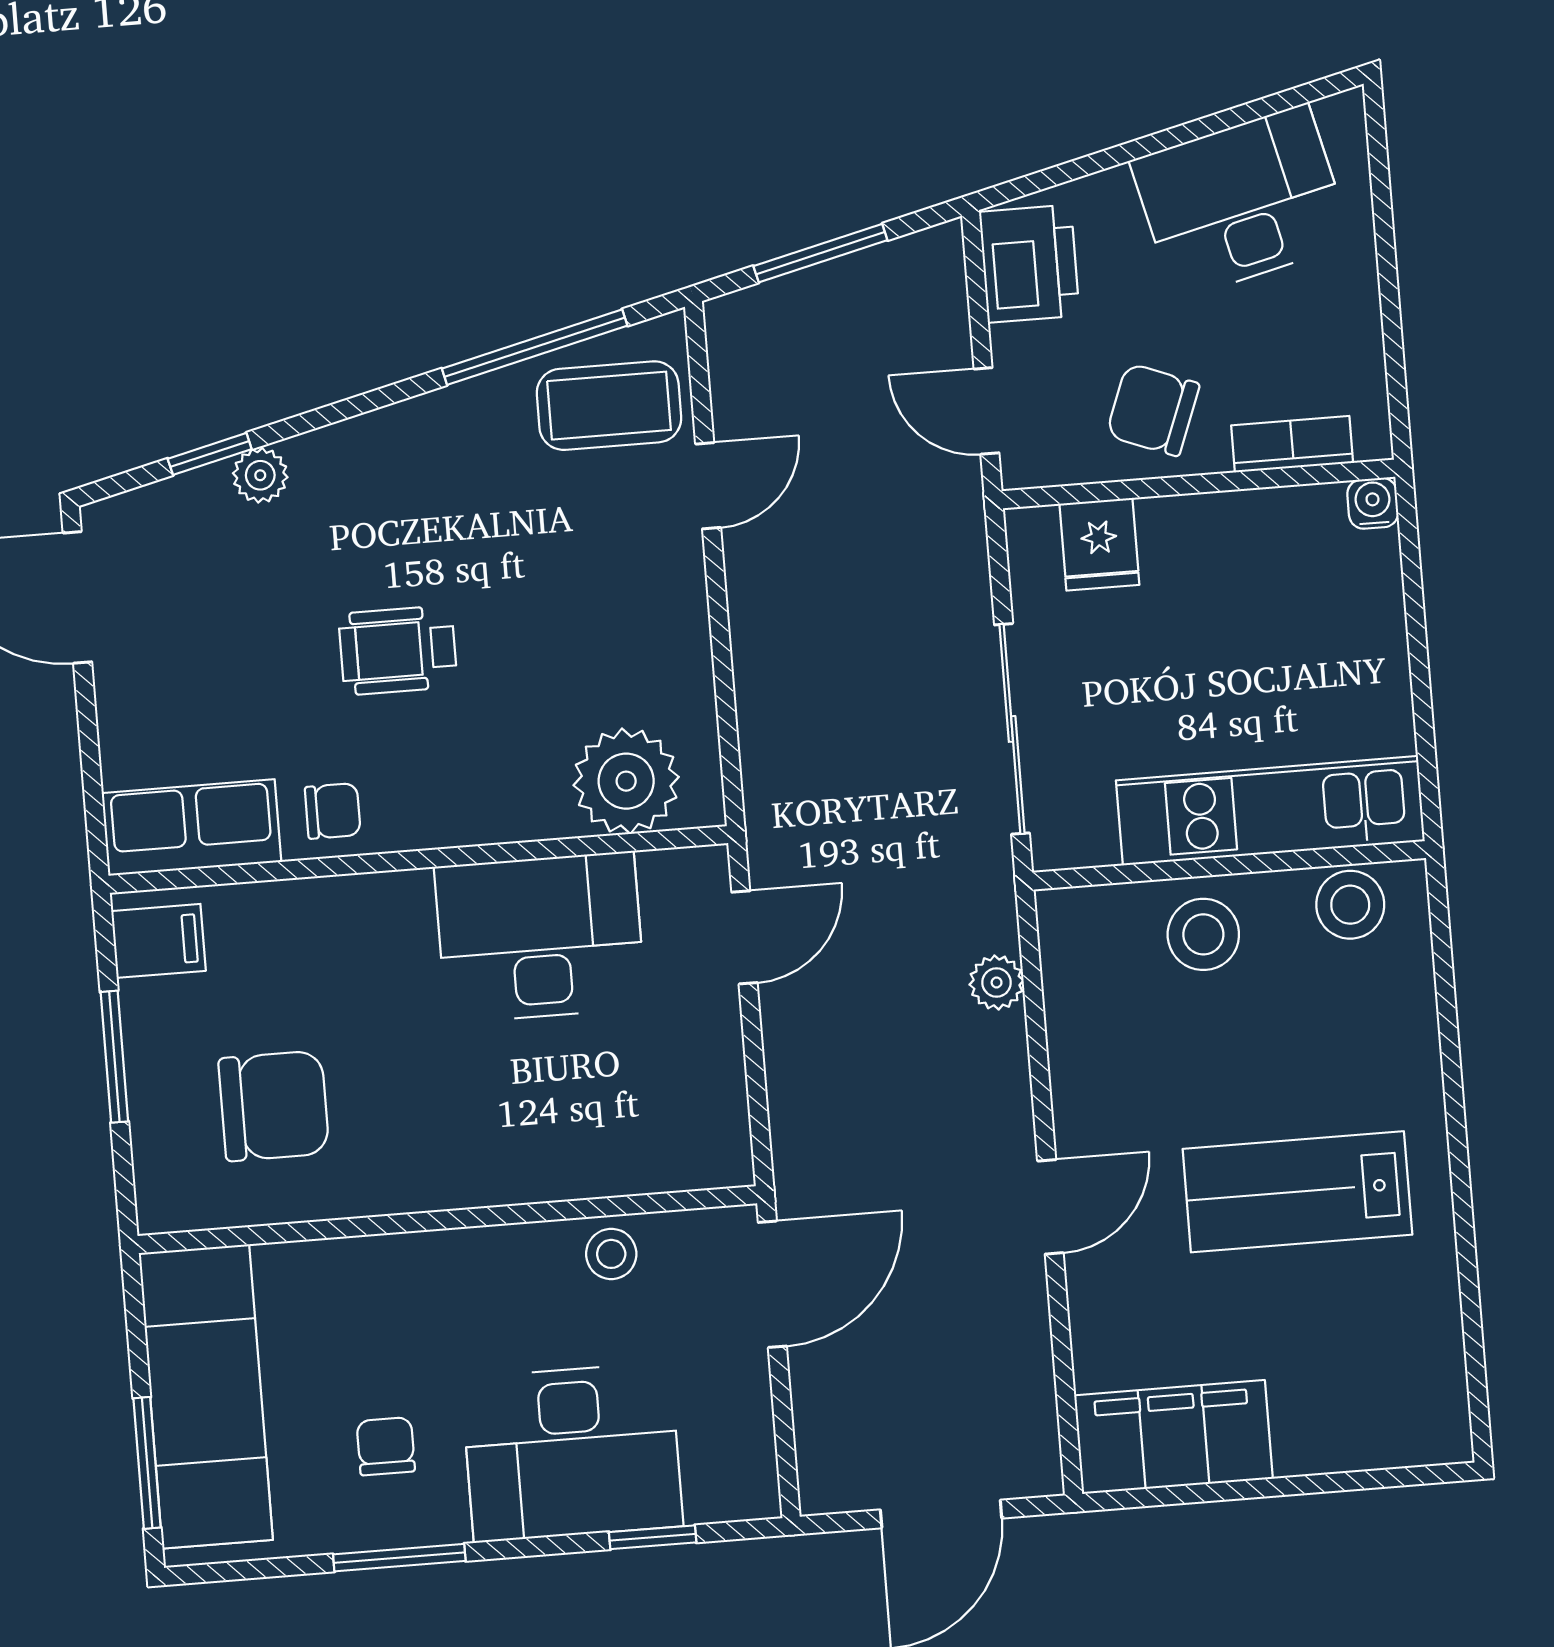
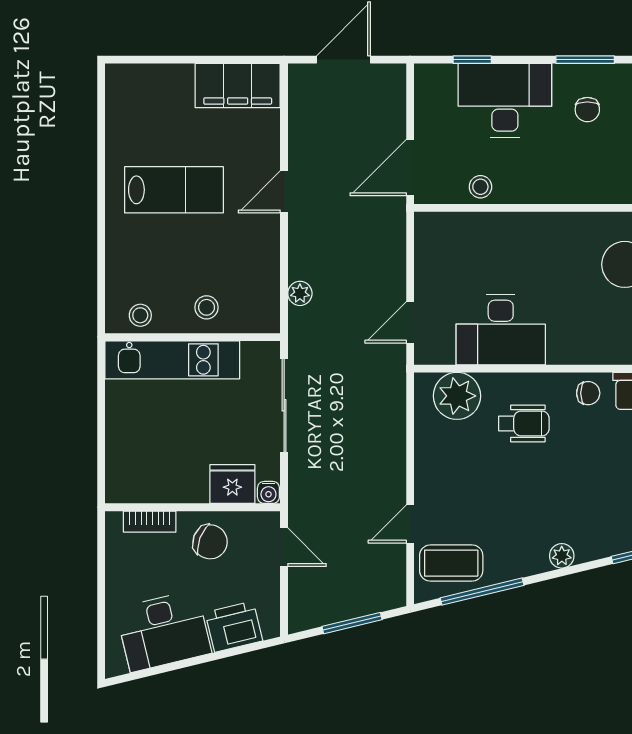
printer: (1029, 264) -> (234, 627), moved, turned 76
plant: (260, 475) -> (562, 556), moved
water cooler: (1373, 503) -> (268, 492), moved
fridge: (1099, 544) -> (232, 484), width x1.38
wheelchair: (398, 650) -> (524, 423), moved
chair: (333, 811) -> (588, 393), turned 180
stool: (1350, 905) -> (140, 315), width x0.73, depth x0.73
stool: (1203, 934) -> (207, 307), width x0.73, depth x0.73

